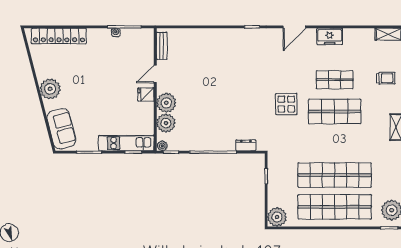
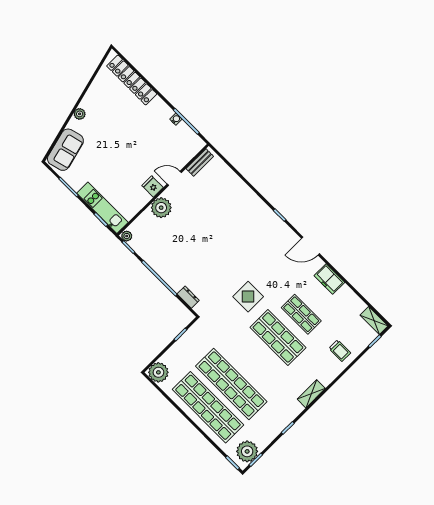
plant: (50, 89) -> (80, 114), width x0.53, depth x0.53
plant: (166, 123) -> (146, 222), removed

